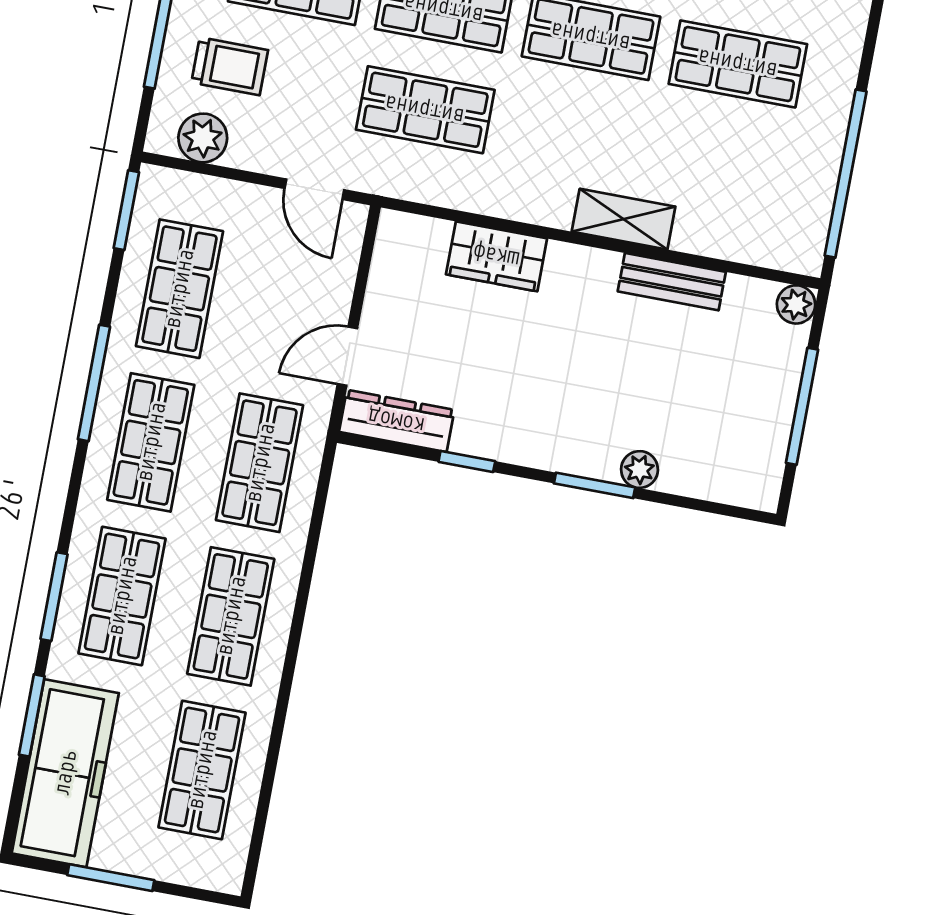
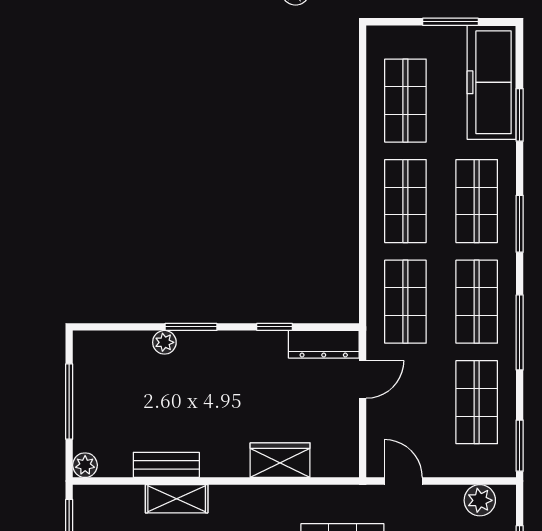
shelving: (624, 219) -> (177, 499), moved
window: (54, 597) -> (520, 224), moved

